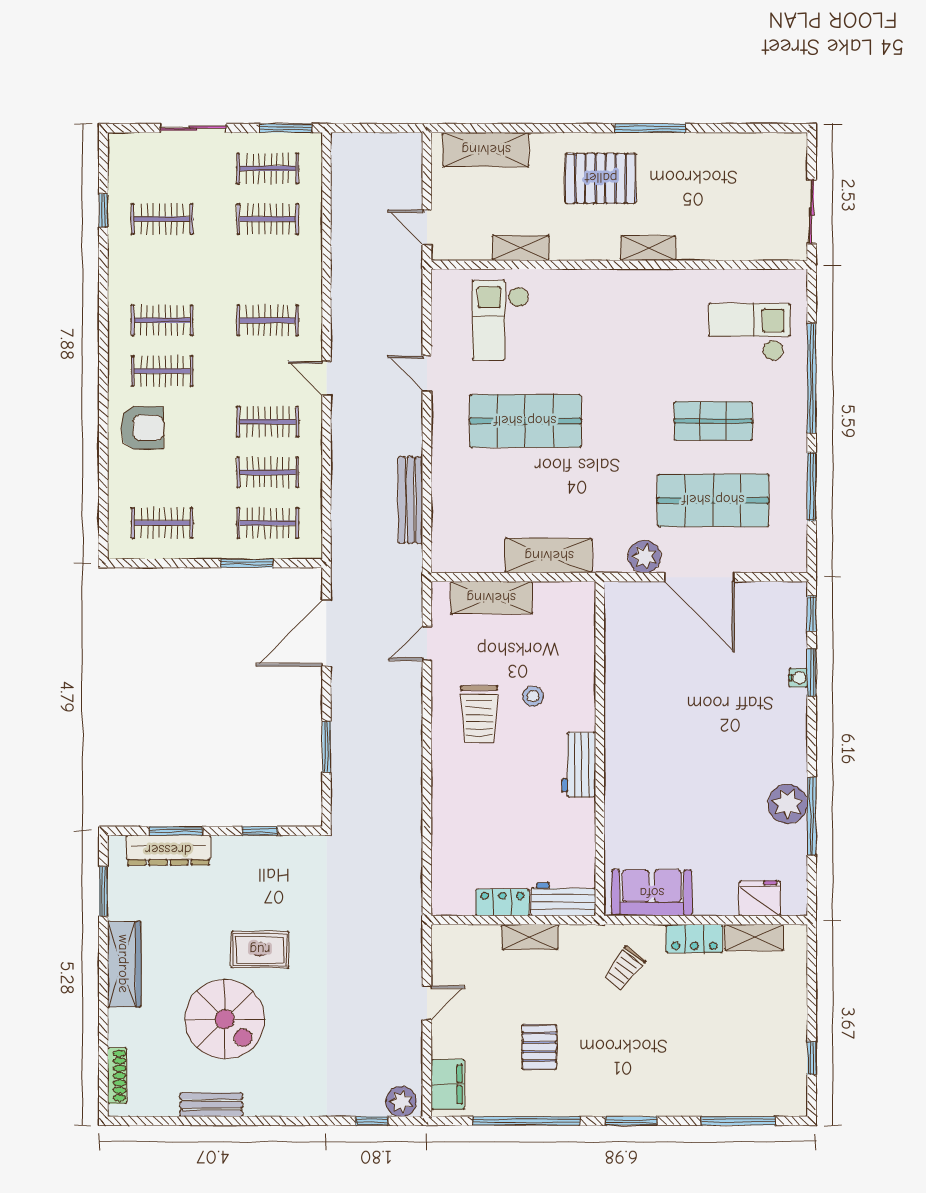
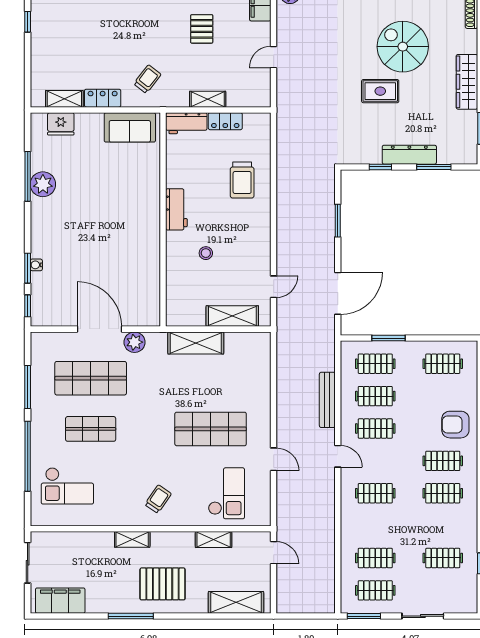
filing cabinet: (761, 152) -> (60, 601), added
trolley: (608, 311) -> (158, 499), added
bench: (411, 500) -> (327, 400), moved
trolley: (479, 714) -> (242, 180), moved, turned 180
dresser: (168, 850) -> (409, 155), moved

